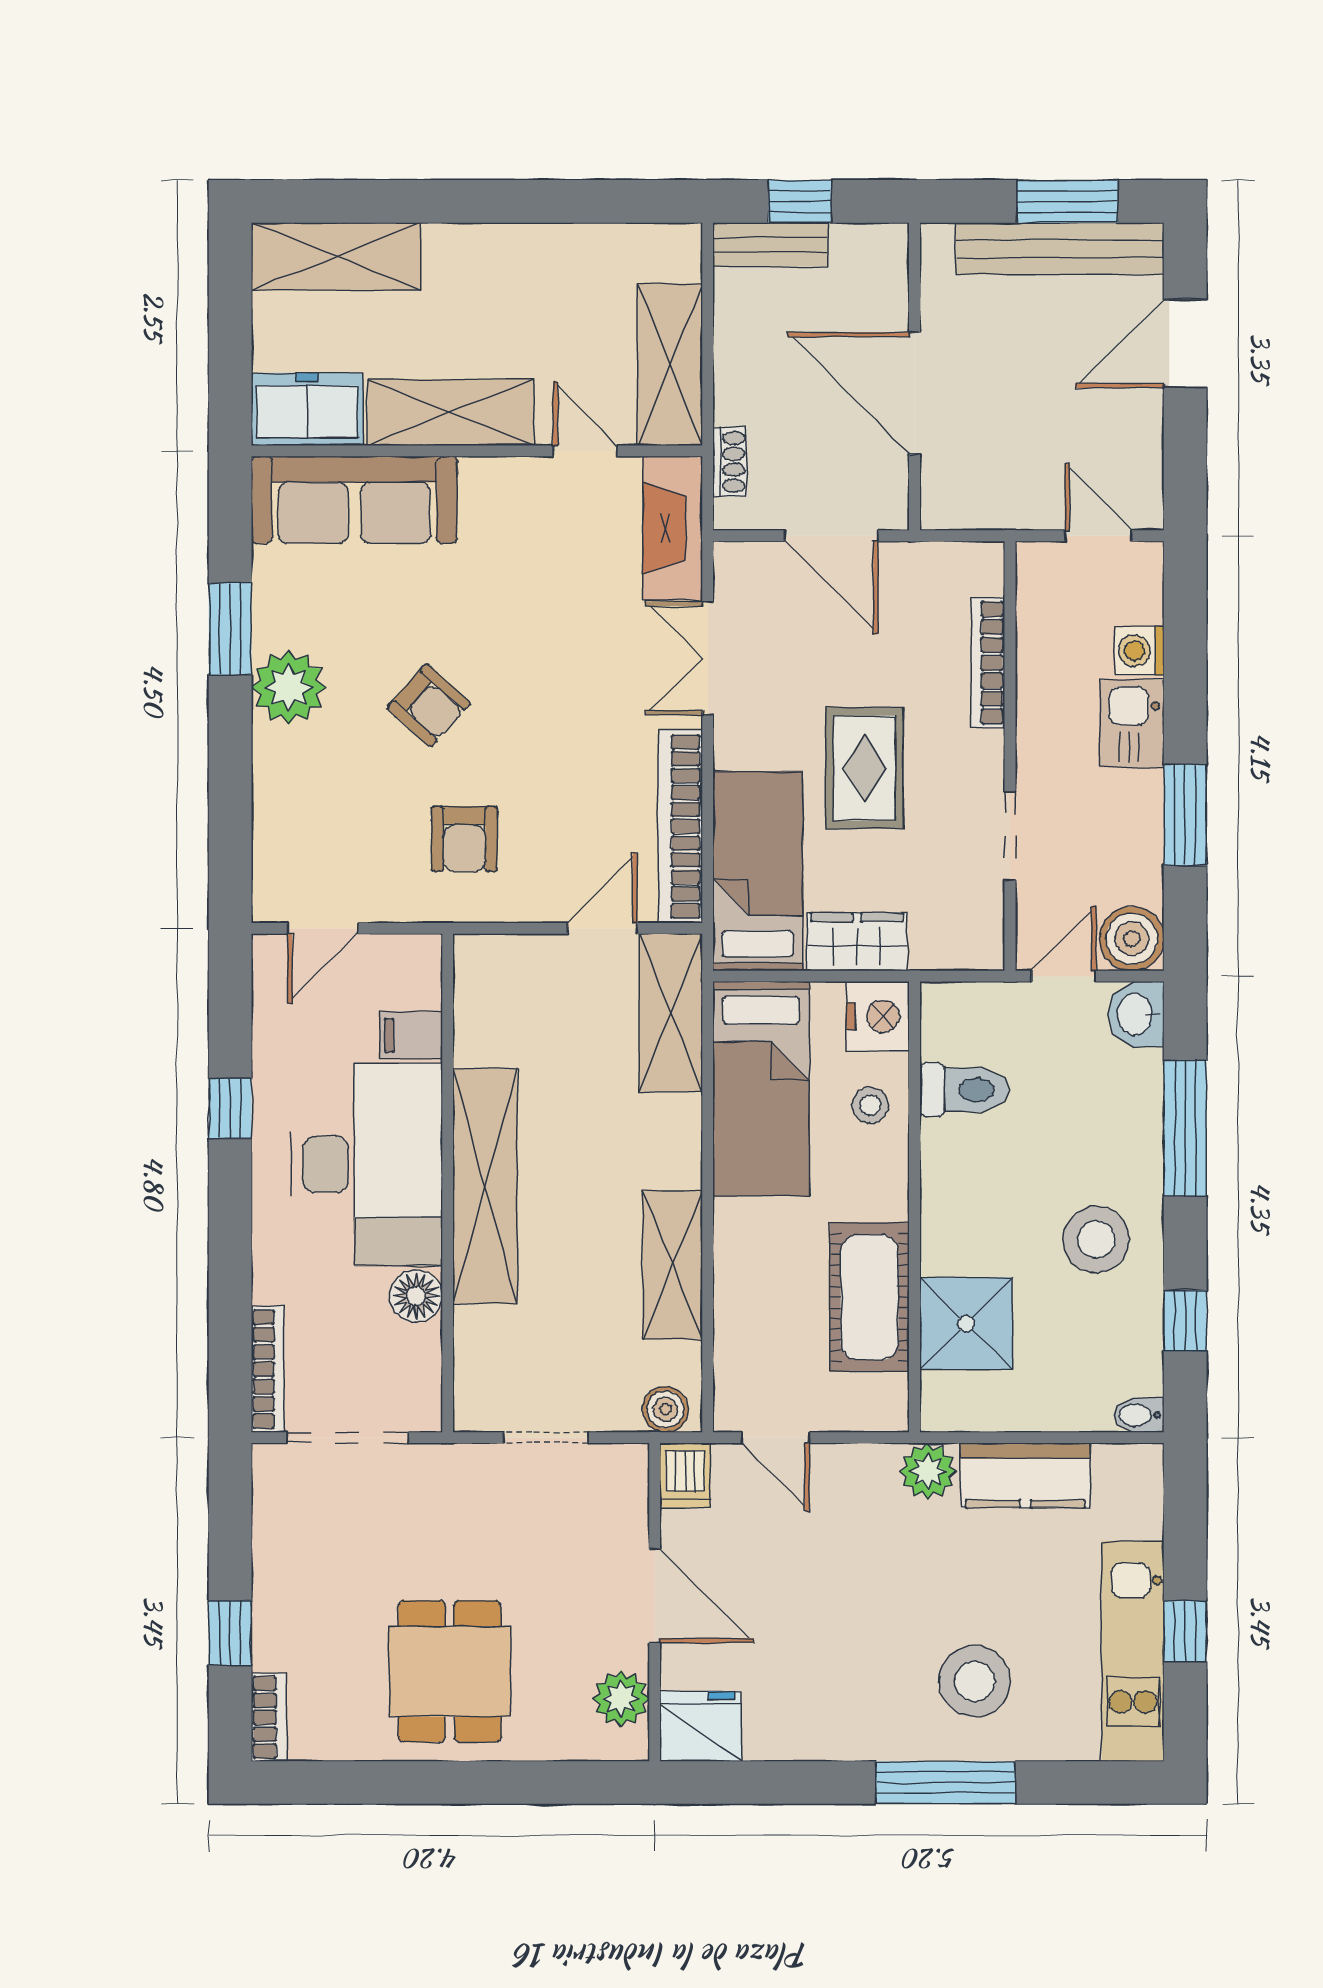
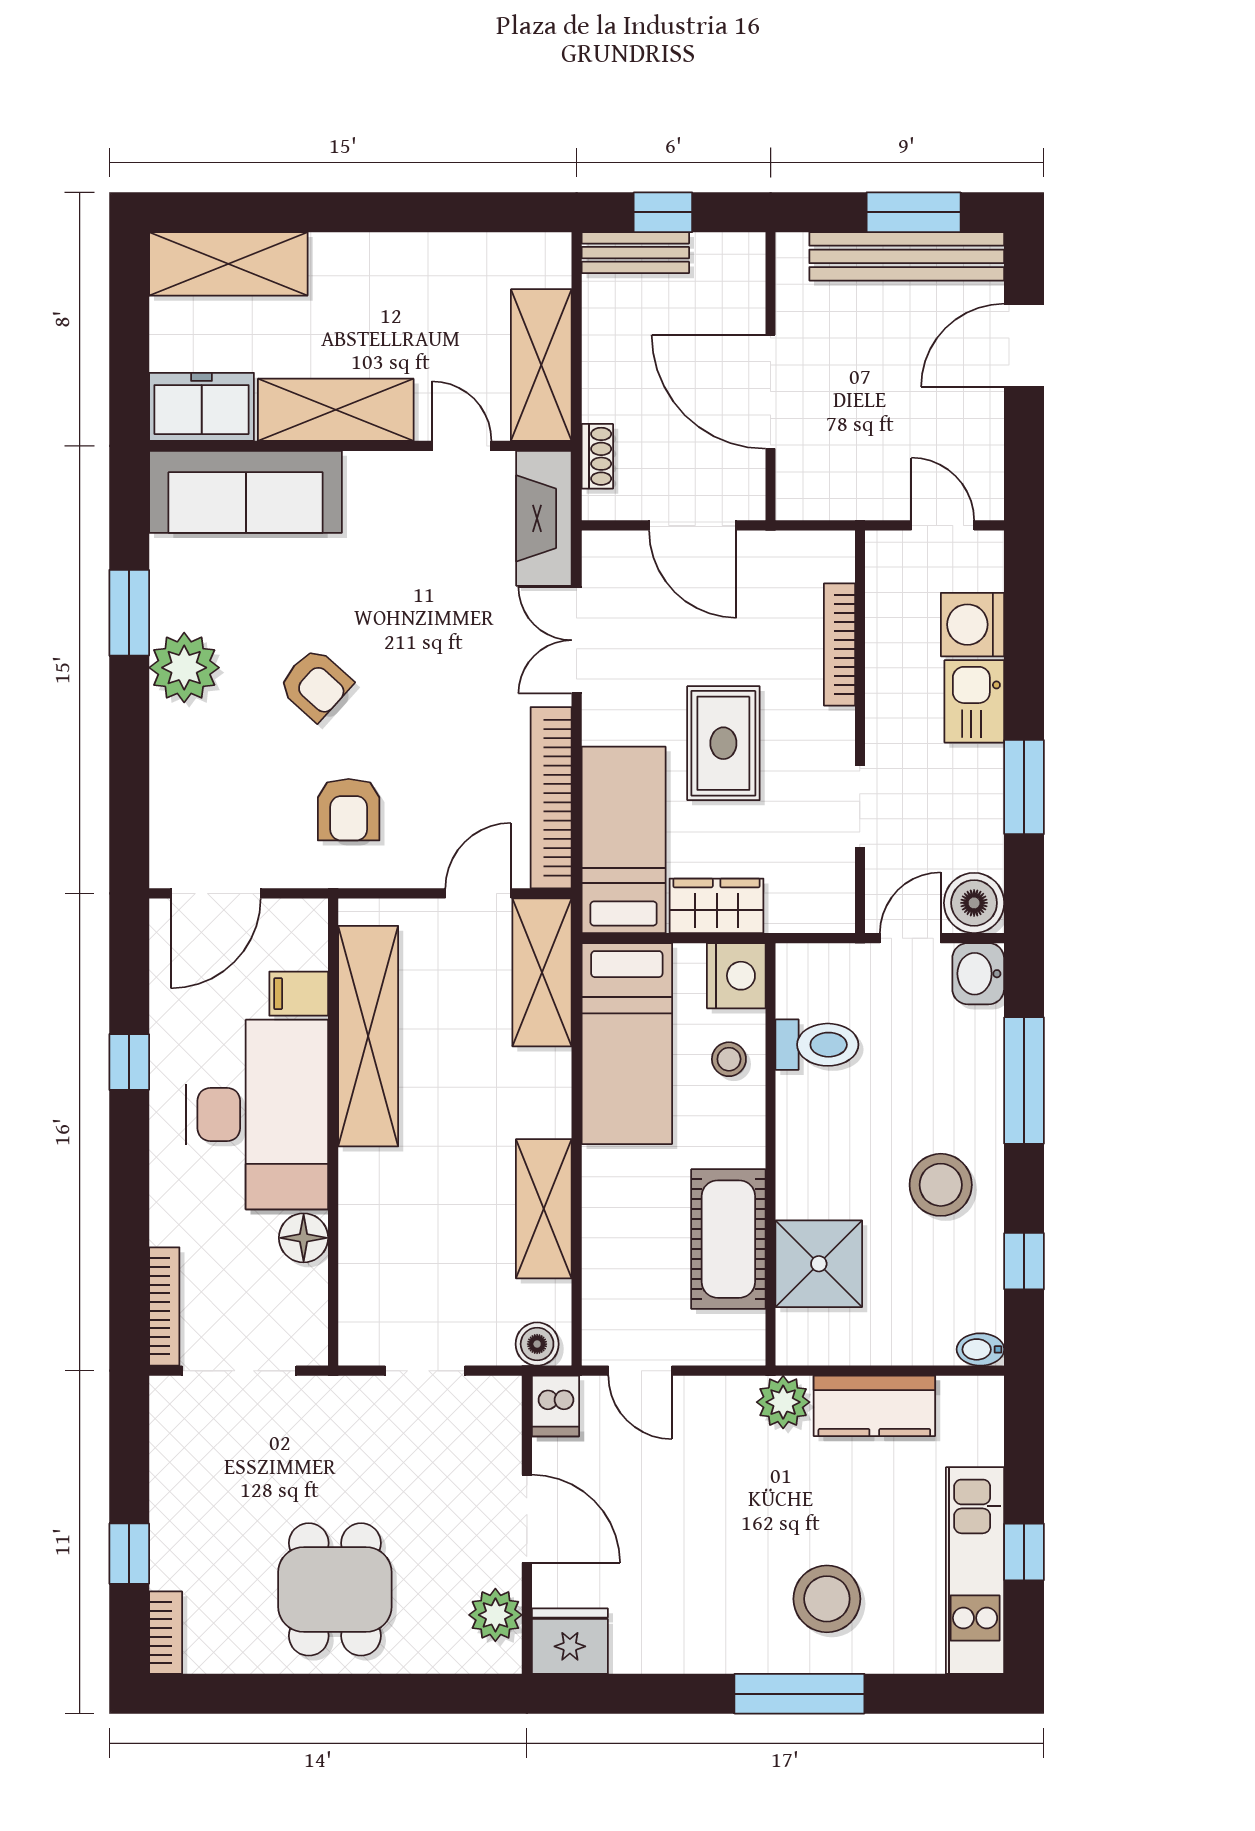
washing machine: (1139, 651) -> (972, 625), width x1.38, depth x1.38
door: (322, 928) -> (216, 893), width x1.38
shelving: (485, 1186) -> (368, 1036), moved

